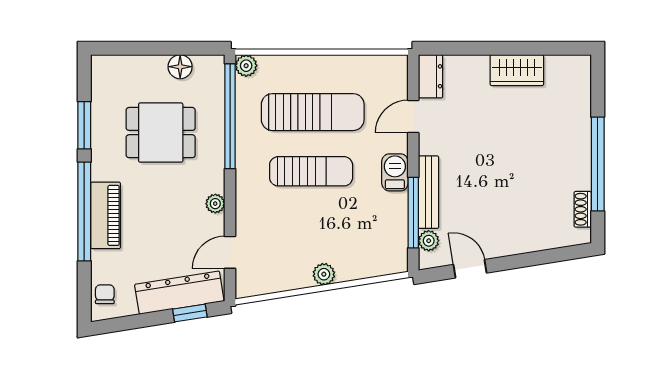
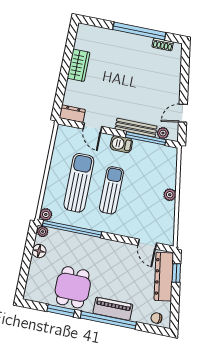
dining table: (161, 133) -> (73, 287), moved
plant: (215, 204) -> (43, 232), moved

